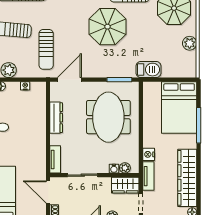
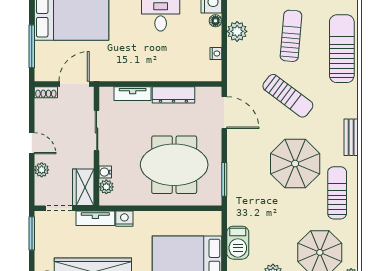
sun lounger: (46, 49) -> (288, 96), moved, turned -143
barbecue: (148, 70) -> (238, 243), moved
tv unit: (55, 159) -> (133, 94), moved

